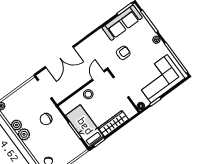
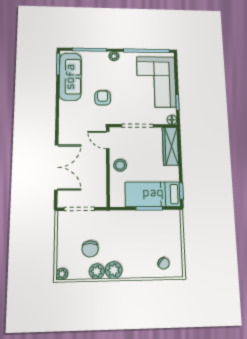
chair: (46, 119) -> (90, 249), moved
wardrobe: (113, 124) -> (170, 146), moved

